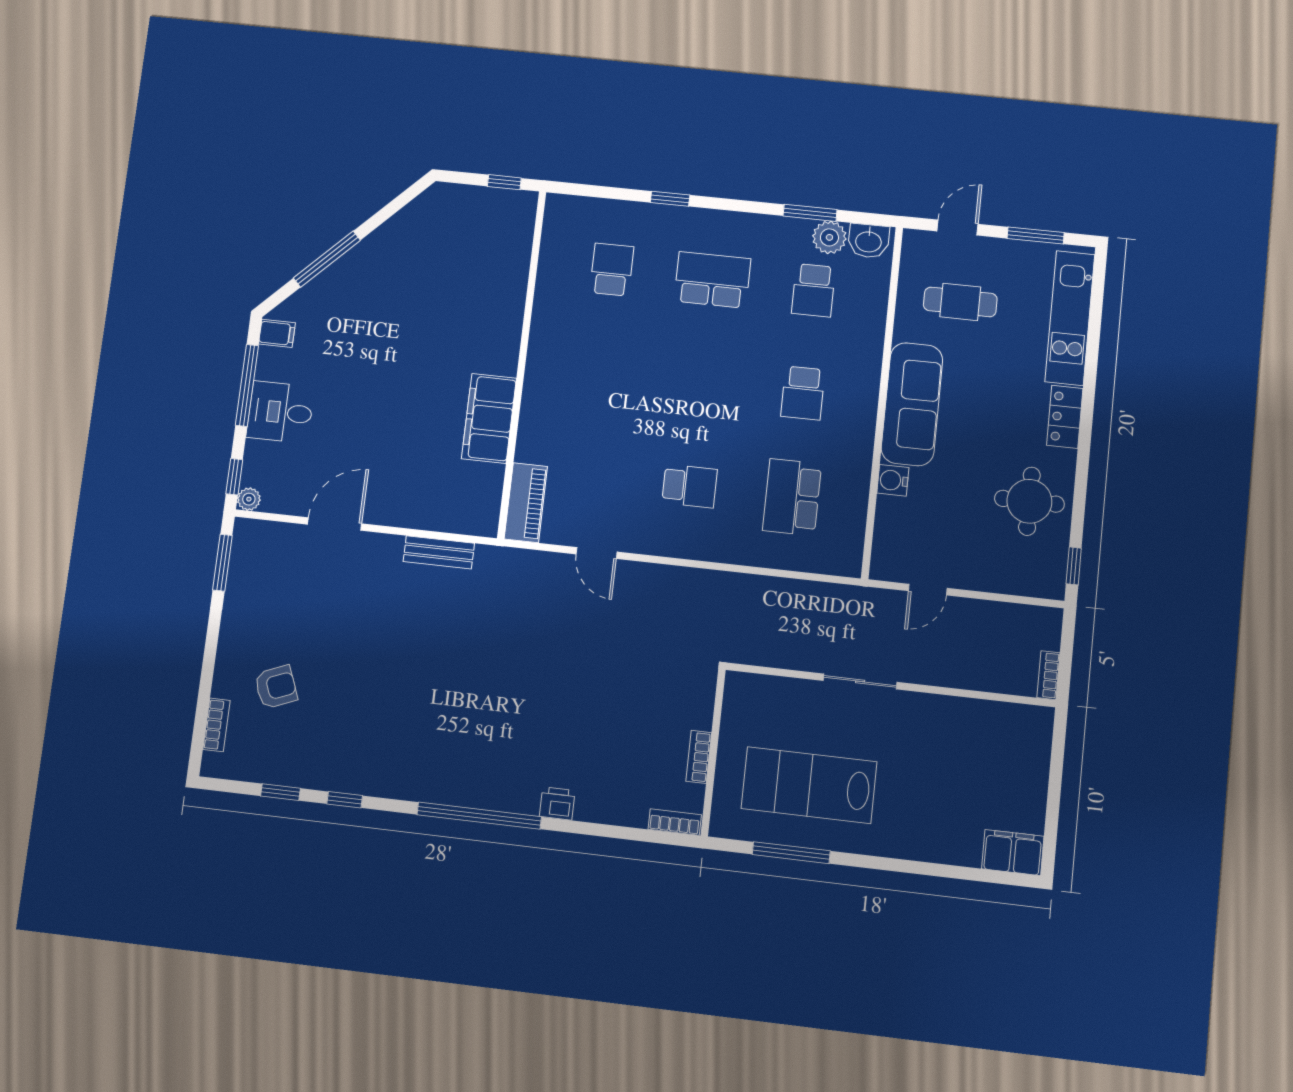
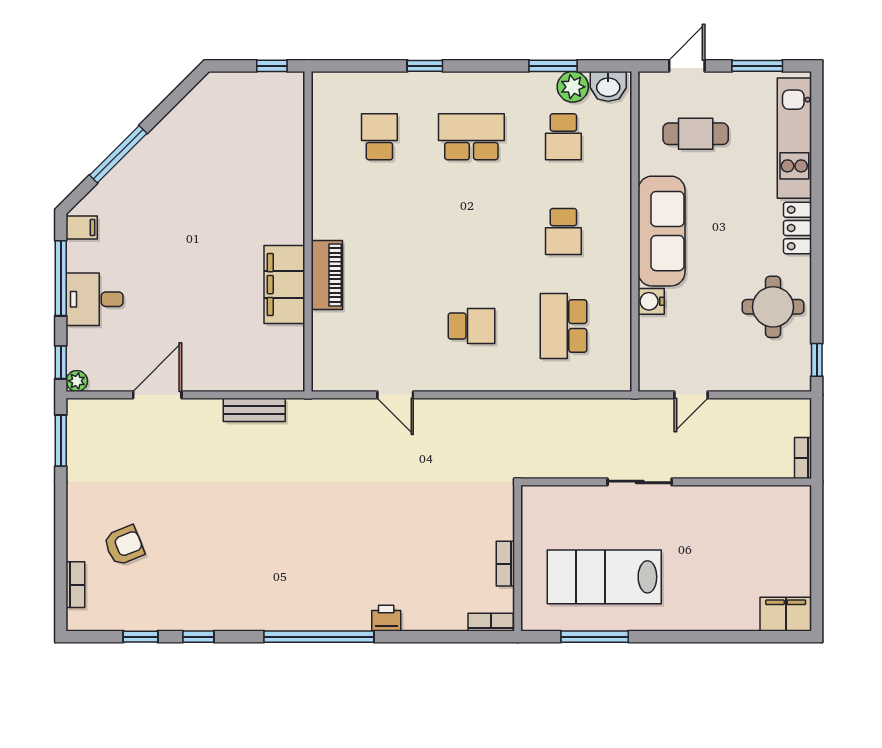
piano: (526, 503) -> (327, 275), moved

